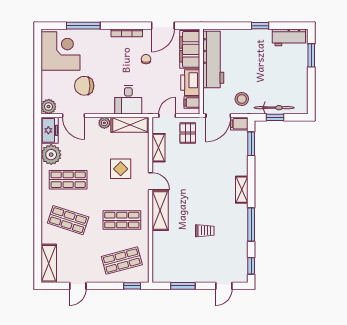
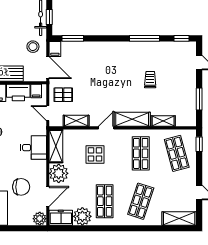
chair: (84, 86) -> (21, 187), turned -90
plant: (104, 123) -> (59, 173), width x1.87, depth x1.87
shelving: (242, 190) -> (163, 121), moved

